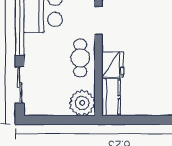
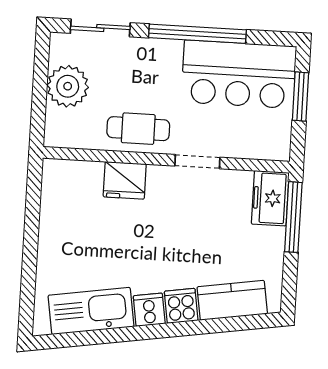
kitchen counter: (111, 97) -> (72, 175), removed
plant: (82, 103) -> (68, 86), moved

